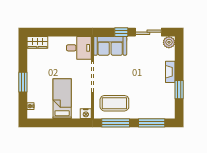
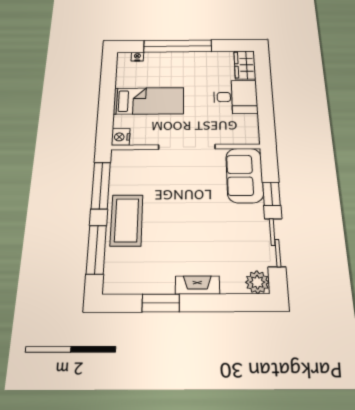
desk: (79, 48) -> (235, 97), moved, turned -90
window: (23, 82) -> (178, 46), width x2.11
coffee table: (114, 103) -> (127, 220), moved

